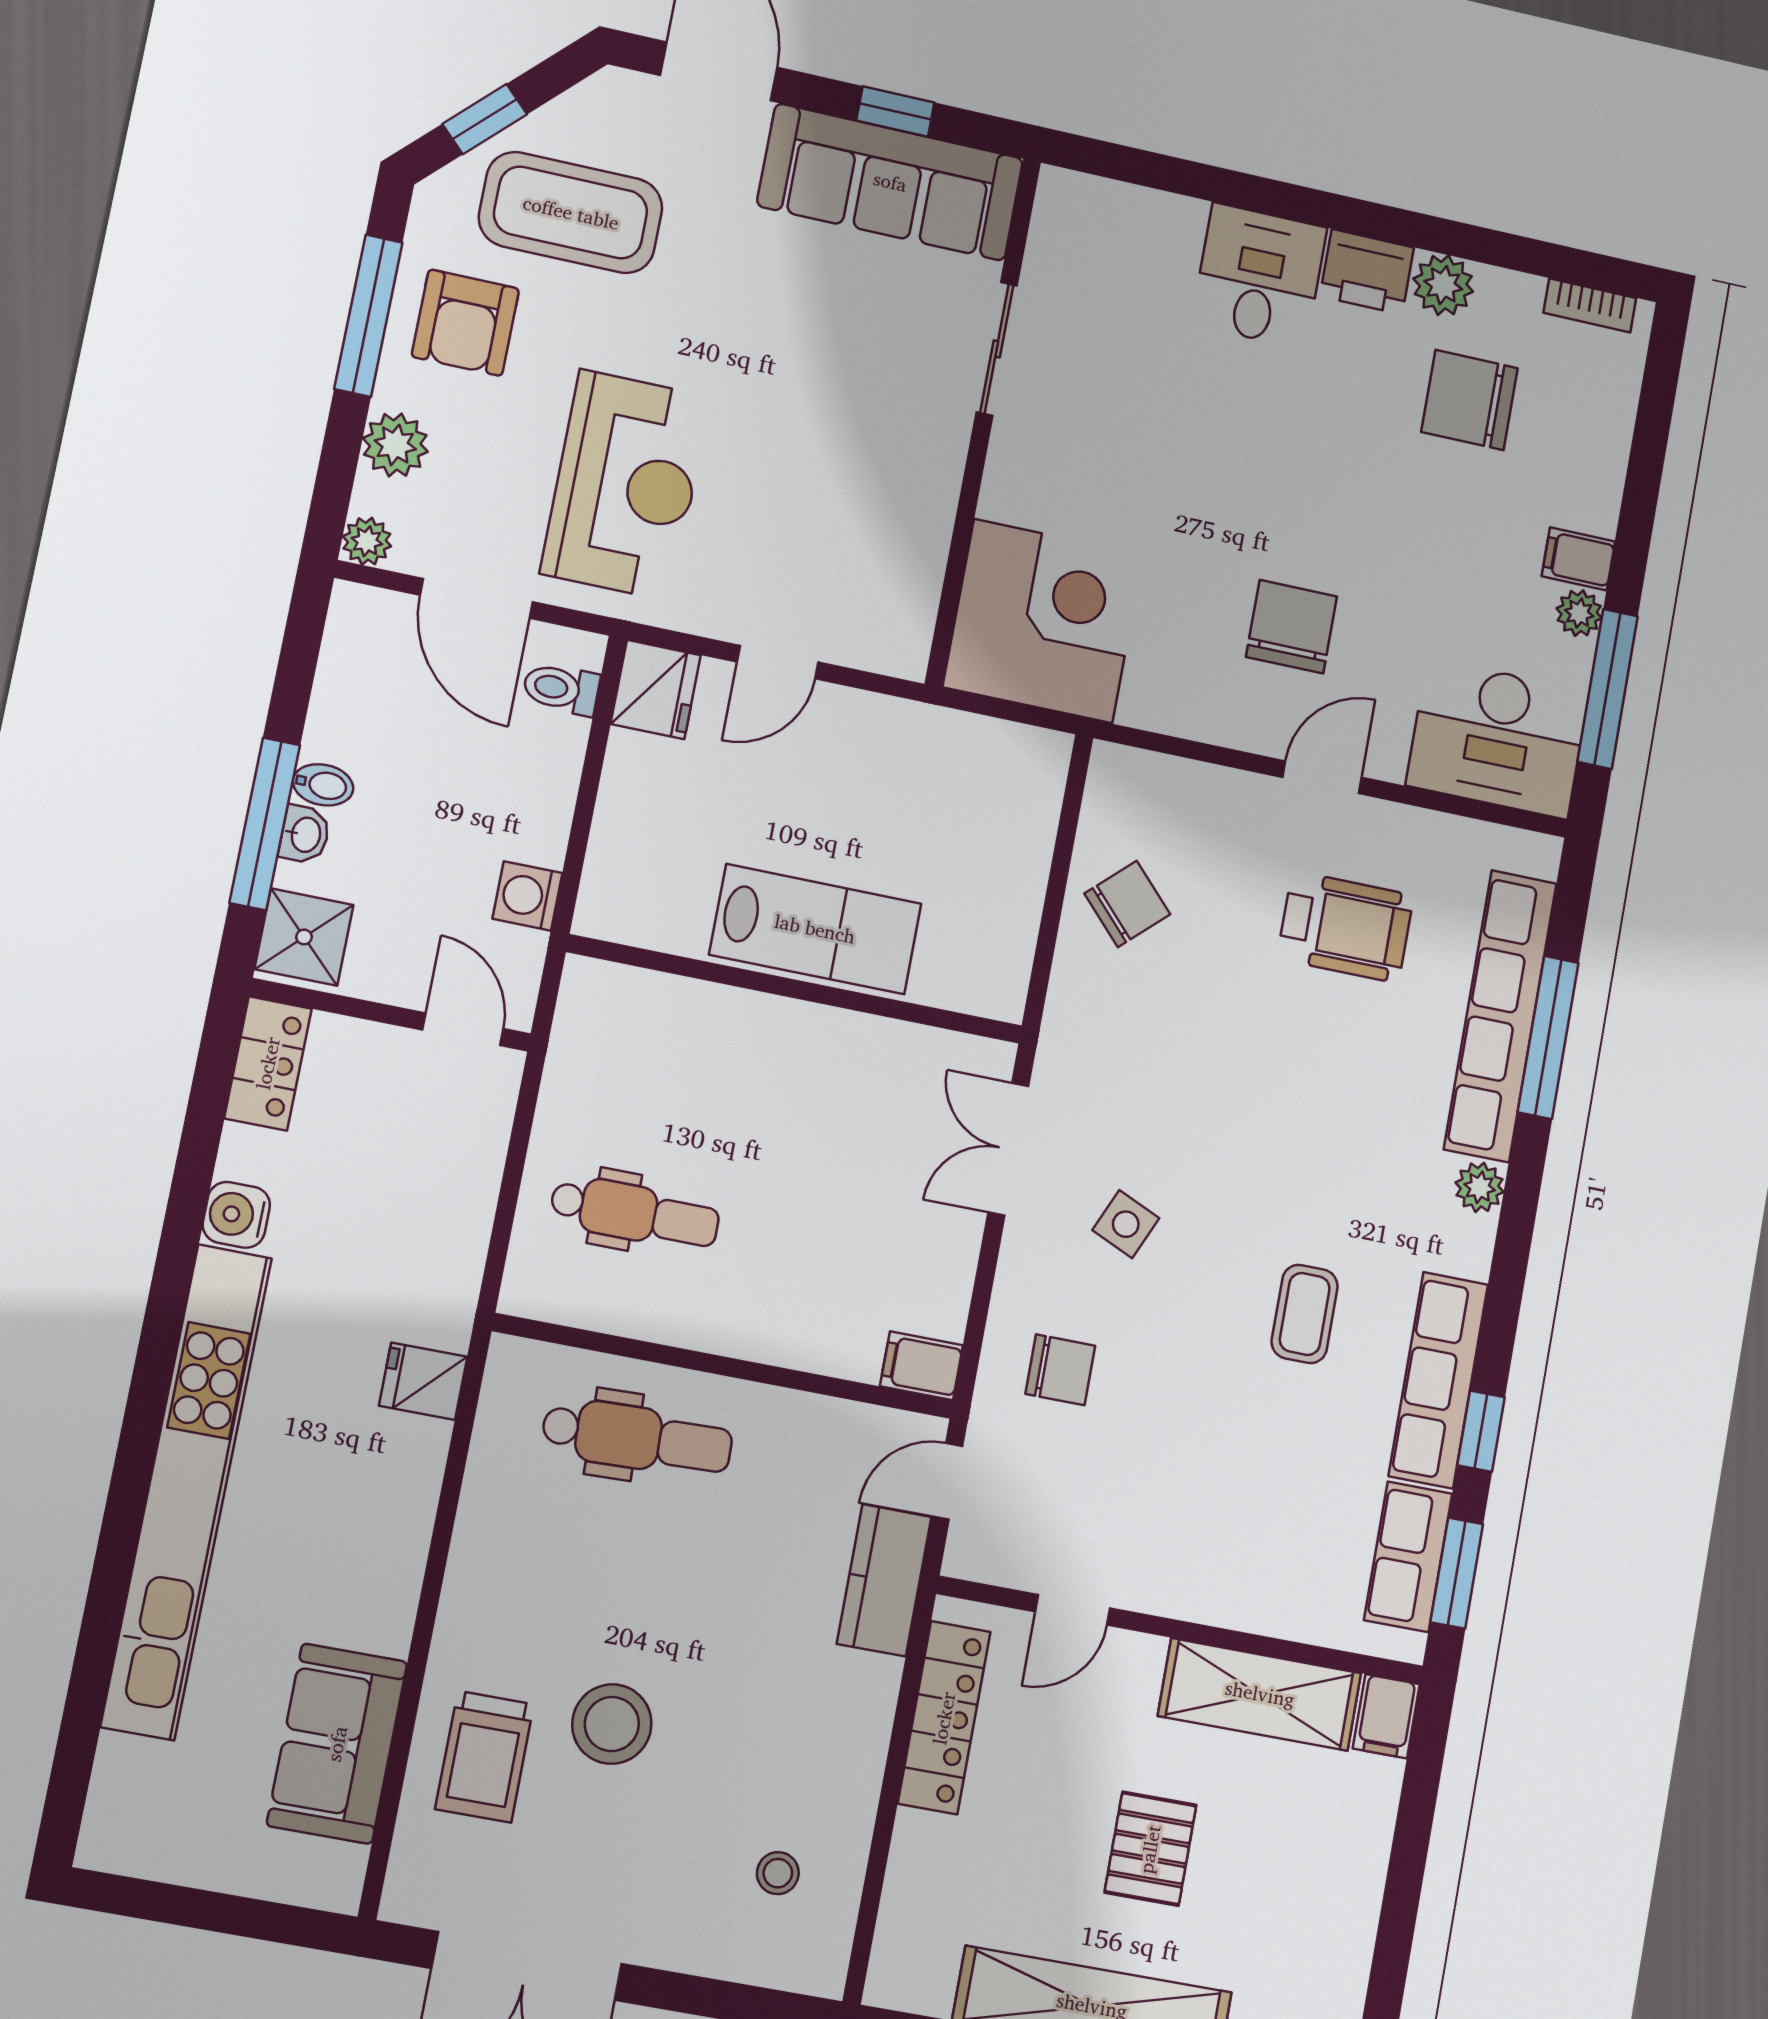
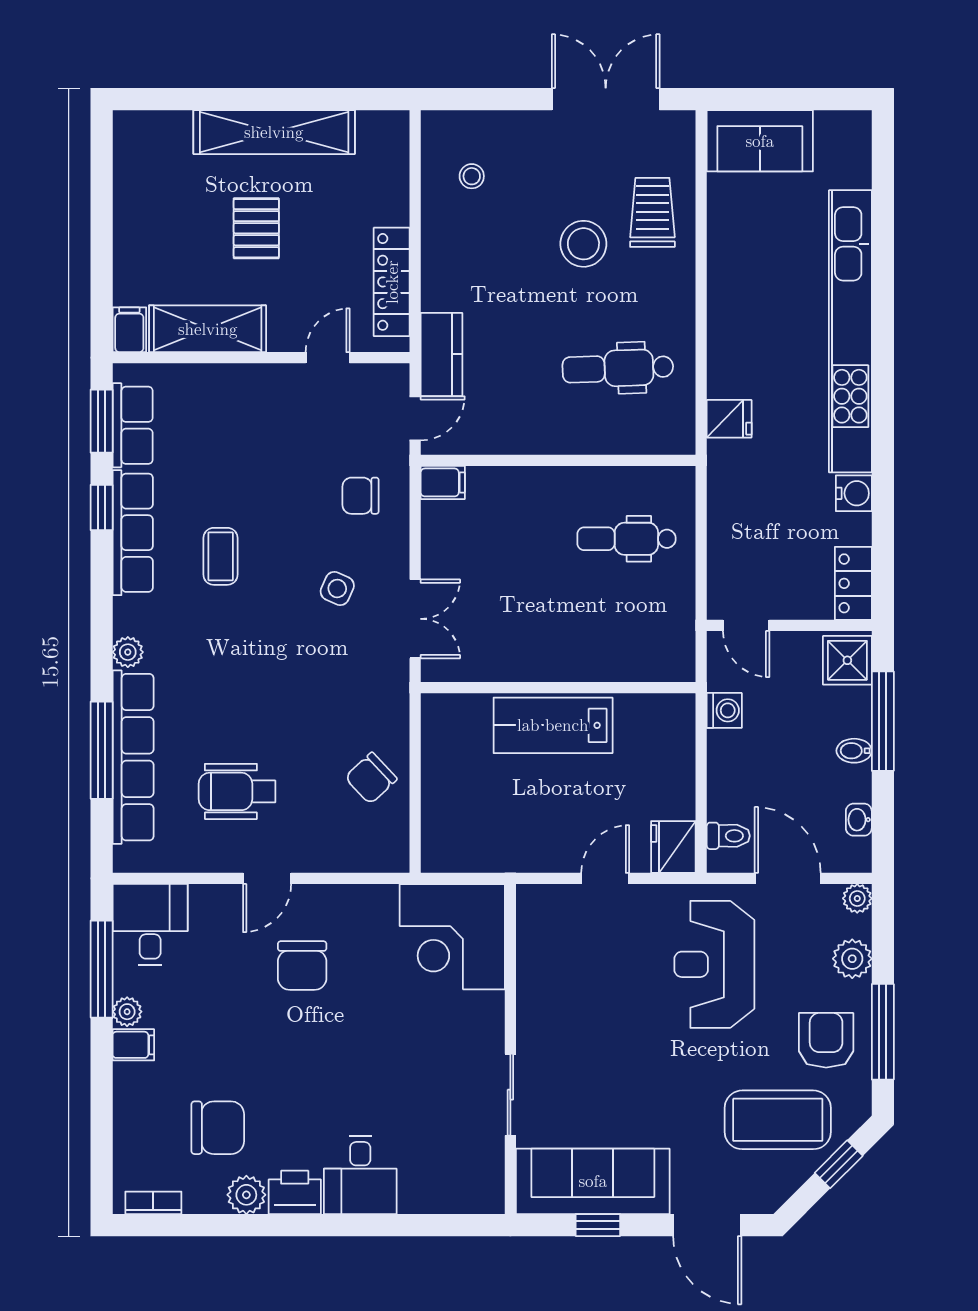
desk: (1498, 738) -> (150, 925), width x0.73
washbasin: (305, 834) -> (859, 820), moved
dental chair: (637, 1438) -> (618, 368), moved
sofa: (337, 1744) -> (760, 141), moved, turned 90

